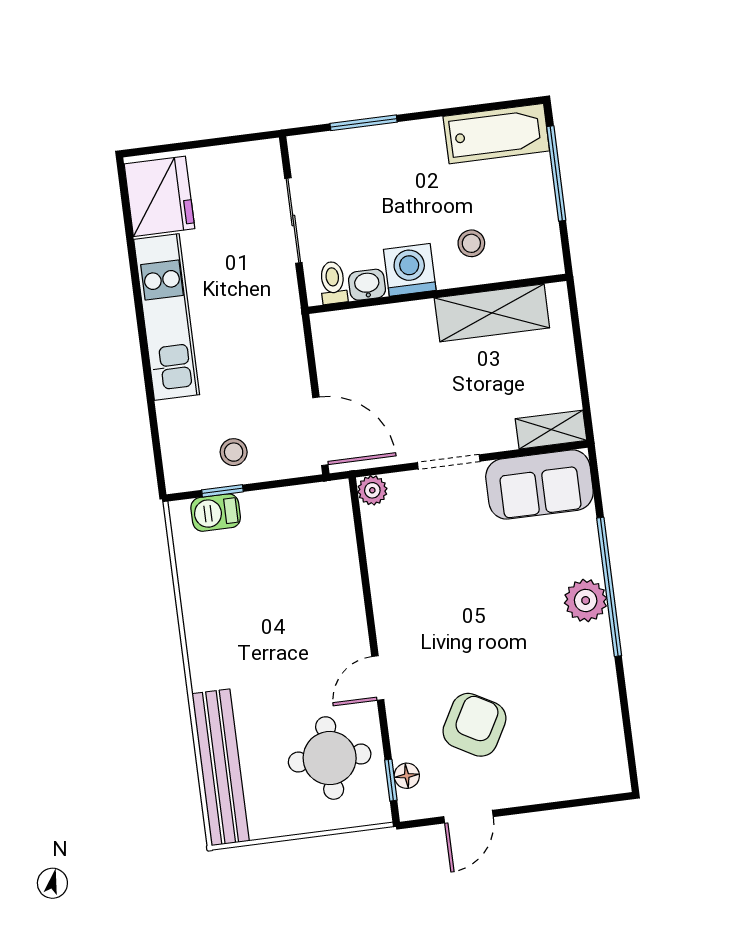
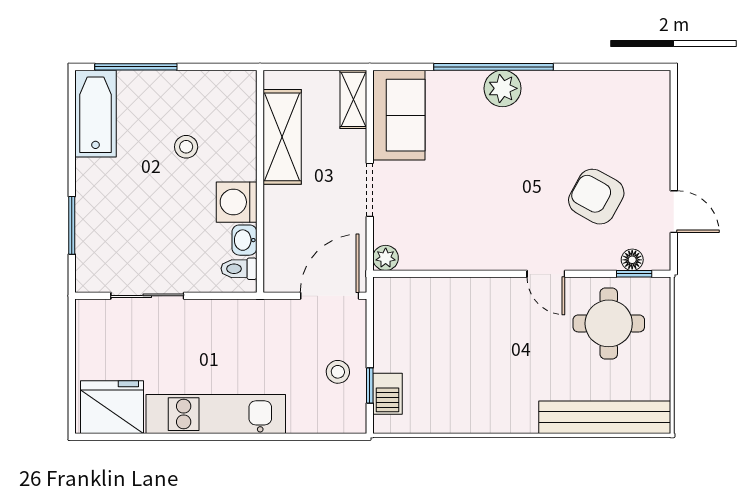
washing machine: (410, 270) -> (237, 202), moved
toilet: (333, 283) -> (239, 269), moved
washbasin: (367, 285) -> (244, 240), moved
wall: (437, 294) -> (260, 181), moved
shelving: (492, 313) -> (282, 137), moved

